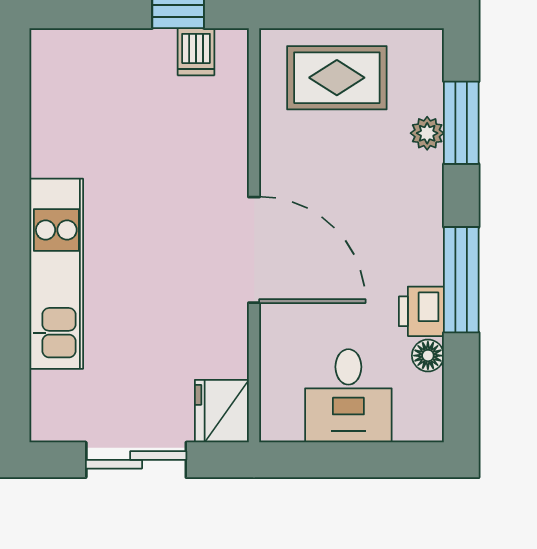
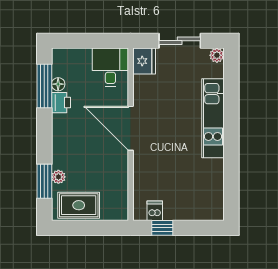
rug: (337, 78) -> (79, 205), moved
window: (461, 280) -> (44, 86), moved
desk: (348, 396) -> (110, 67), moved
plant: (47, 425) -> (217, 55), added

